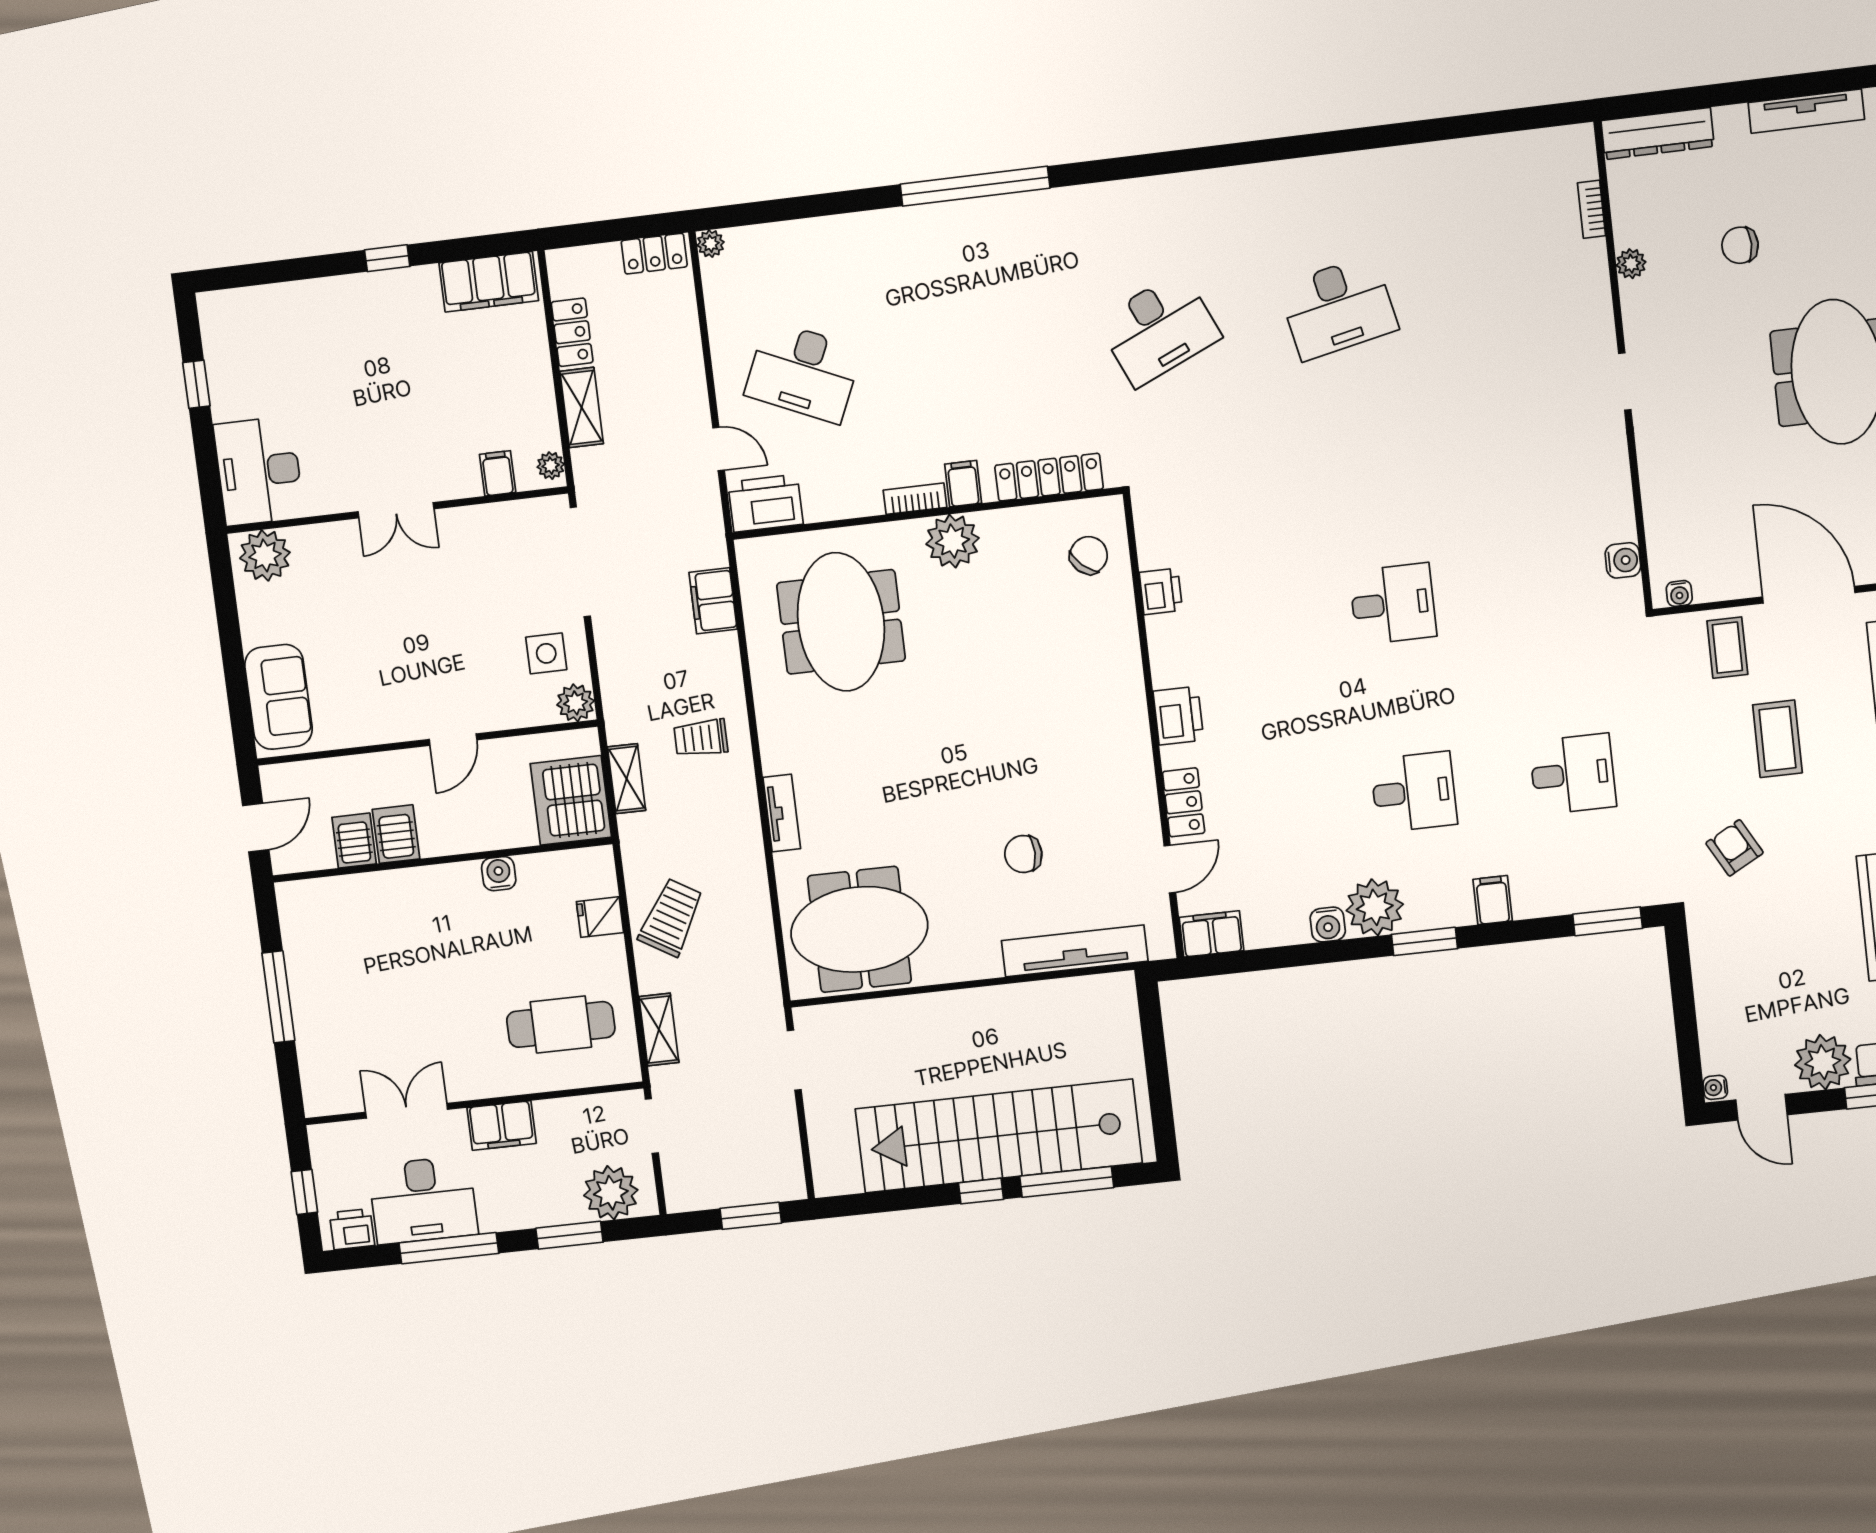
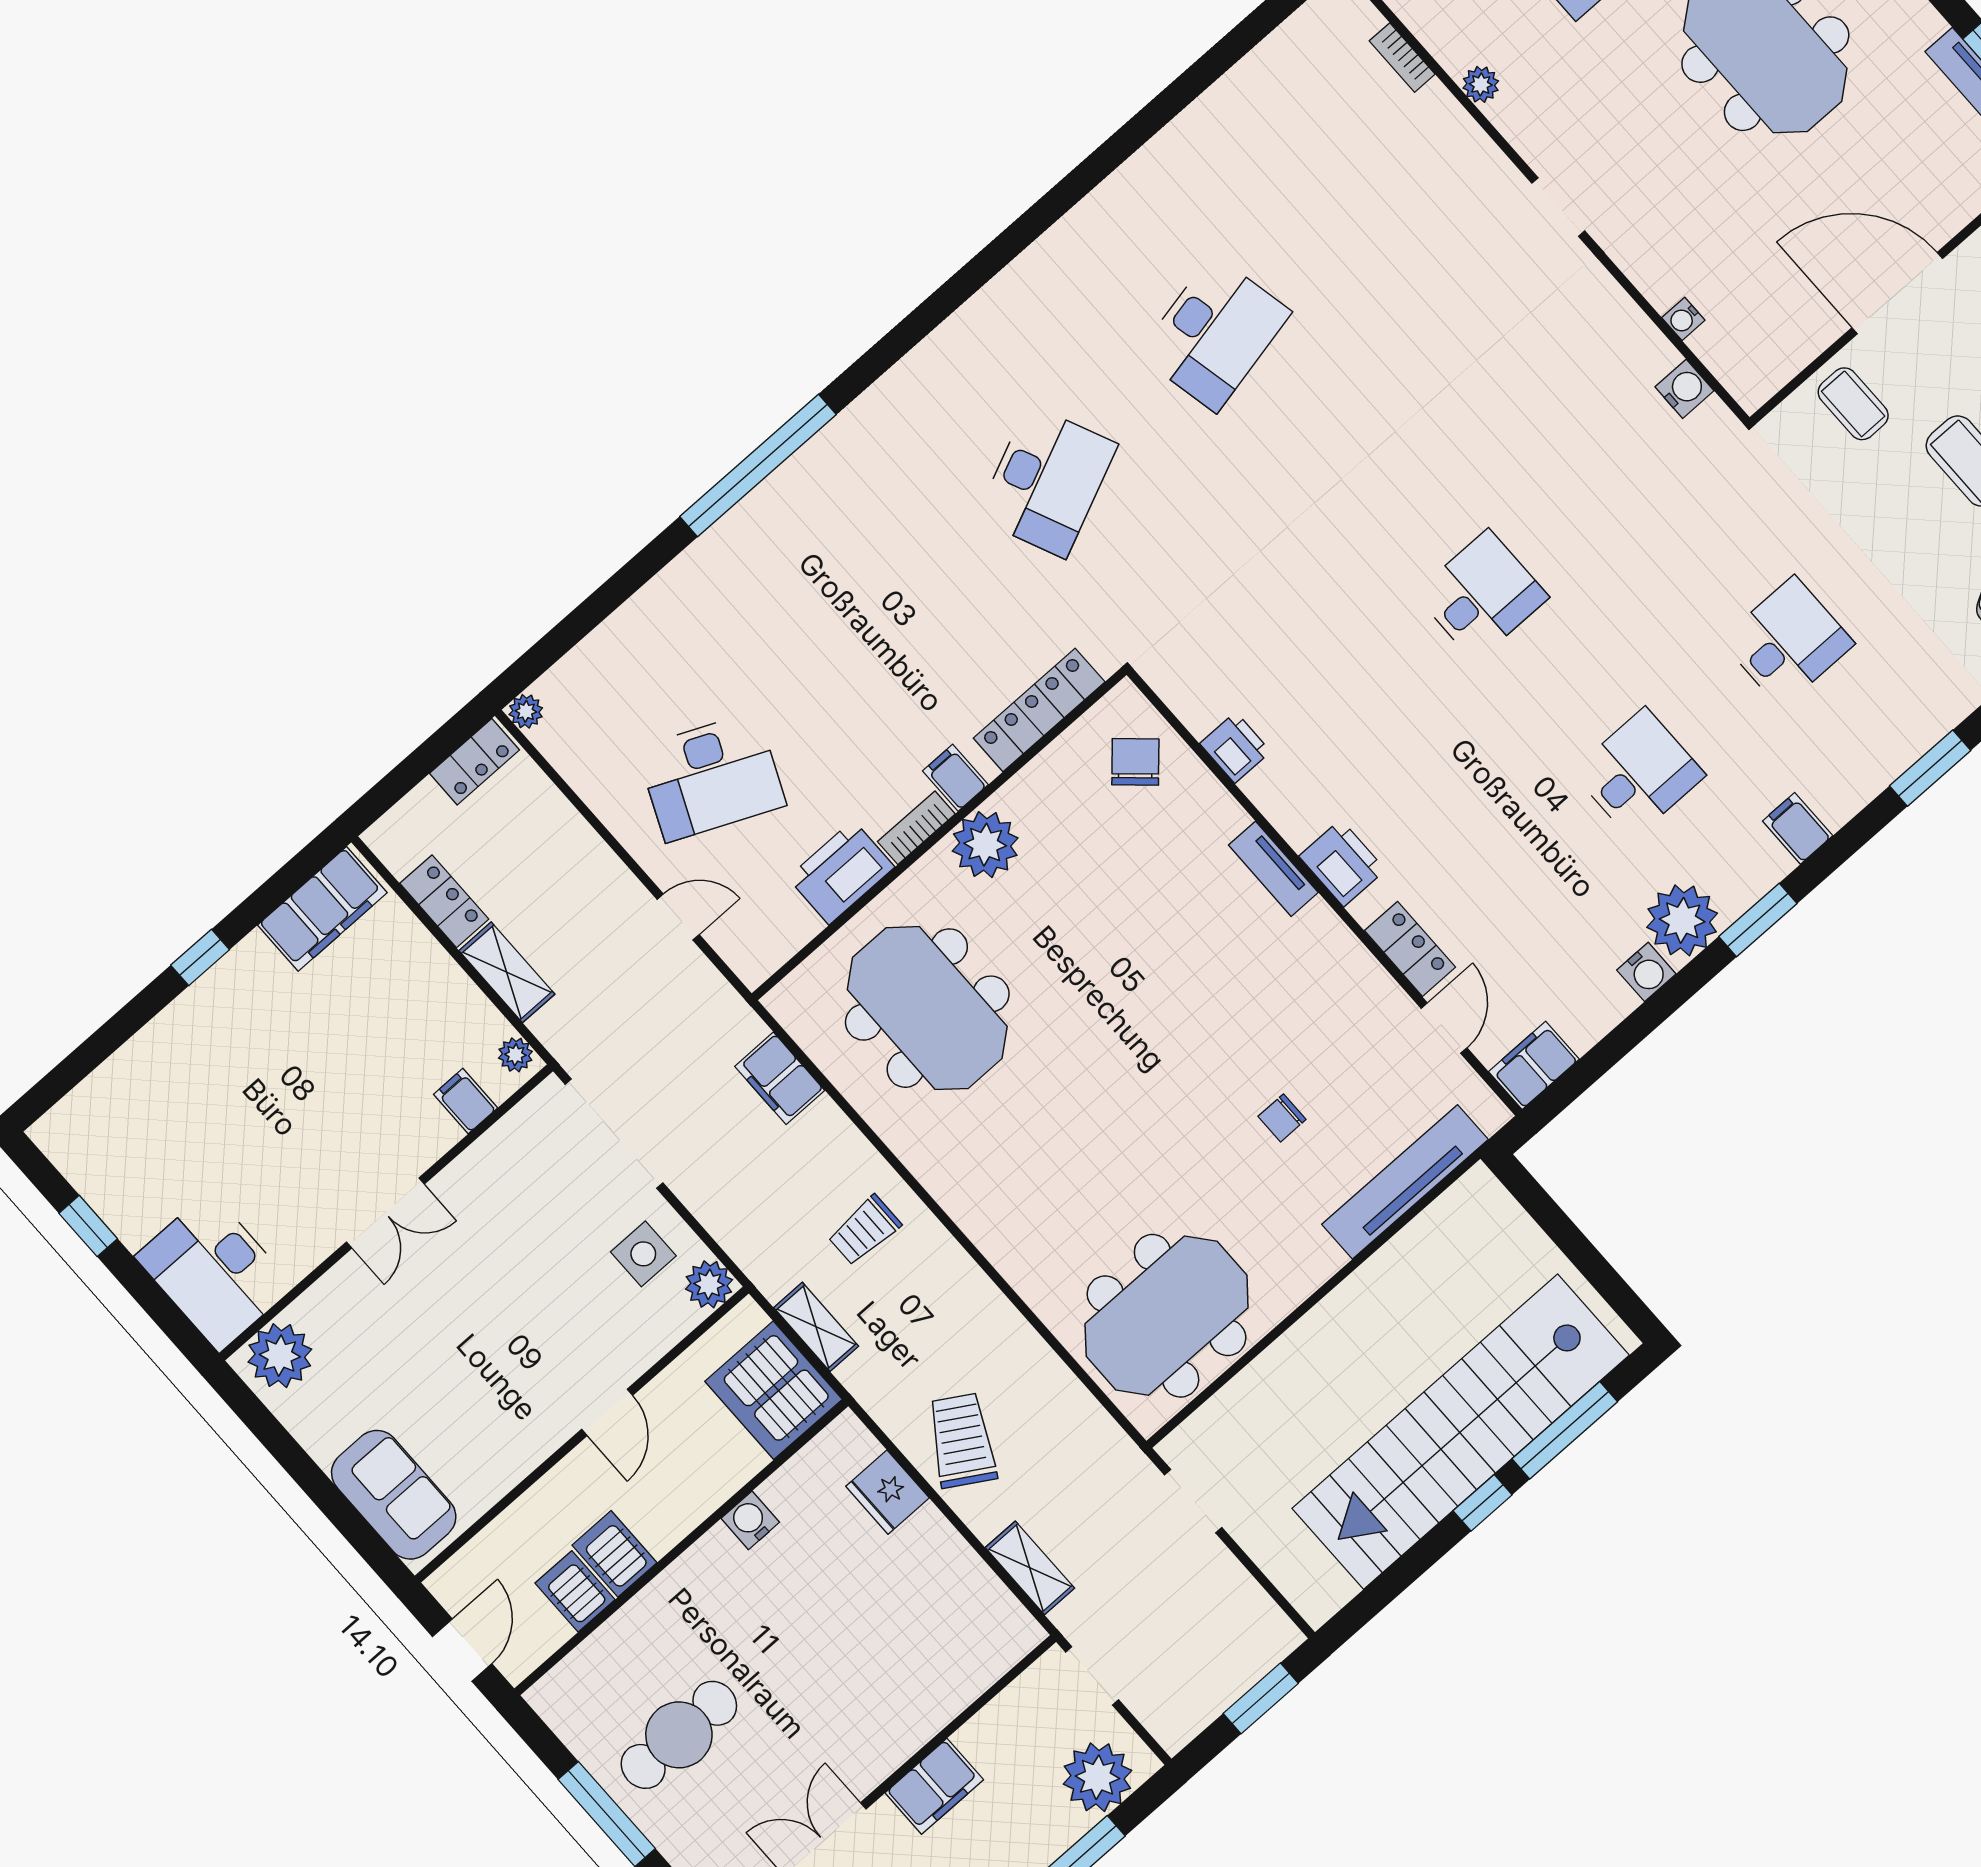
printer: (766, 503) -> (841, 872), moved
water cooler: (1679, 593) -> (1683, 319), moved, turned 90
tv unit: (782, 813) -> (1273, 869), moved, turned 180
chair: (1023, 854) -> (1282, 1118), width x0.73, depth x0.73
fridge: (600, 917) -> (887, 1492), width x1.38
cafe table: (561, 1024) -> (679, 1735), moved

